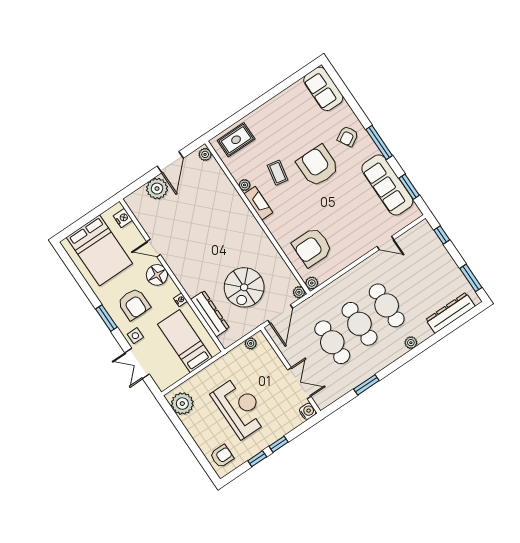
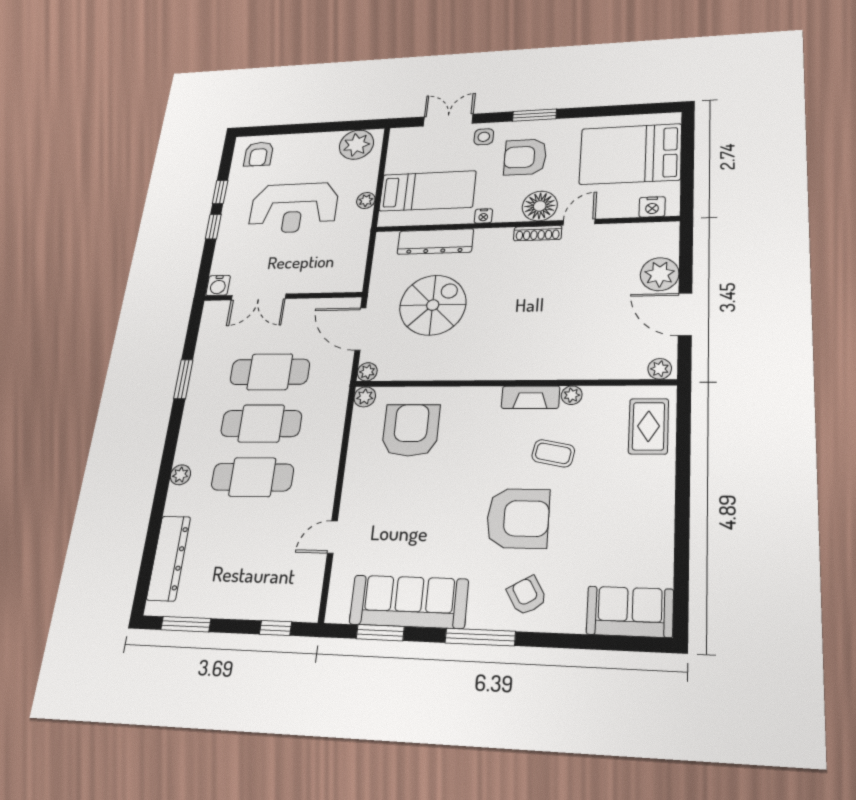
shoe rack: (173, 264) -> (538, 233), added
spiral stairs: (244, 287) -> (433, 305), turned 90
plant: (251, 343) -> (366, 200), moved

